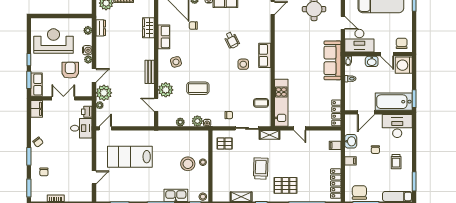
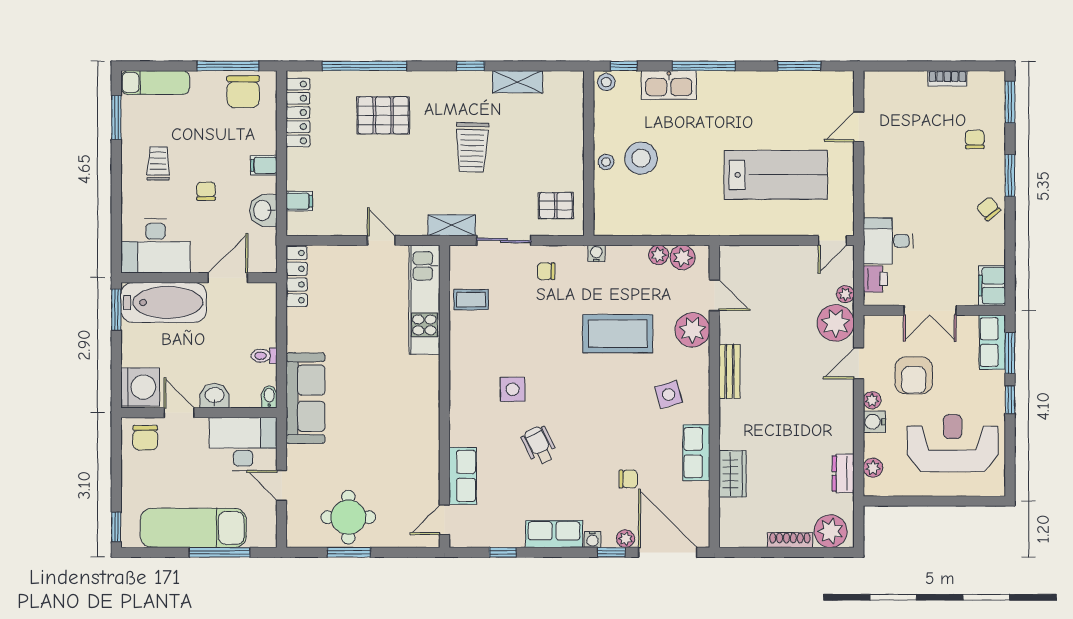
reception desk: (54, 41) -> (953, 443), turned 180
row of seats: (265, 55) -> (463, 476), moved
coffee table: (198, 88) -> (618, 334), width x1.36, depth x1.32
plant: (197, 121) -> (683, 258), moved
pallet: (285, 185) -> (383, 115), moved

